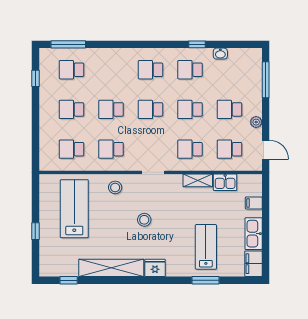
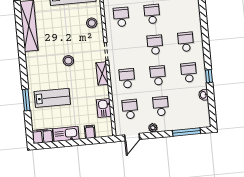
shelving: (198, 180) -> (102, 73), moved
stool: (144, 220) -> (68, 61), moved
fridge: (155, 268) -> (32, 60), removed

